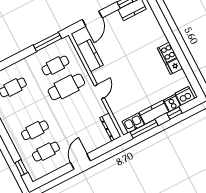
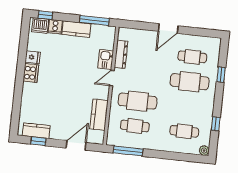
window: (174, 113) -> (45, 15), moved
kitchen sink: (133, 123) -> (106, 60), moved, turned 90
dresser: (110, 127) -> (121, 54), moved
cafe table: (35, 130) -> (190, 82), width x1.37, depth x1.35
window: (21, 168) -> (221, 75), moved

